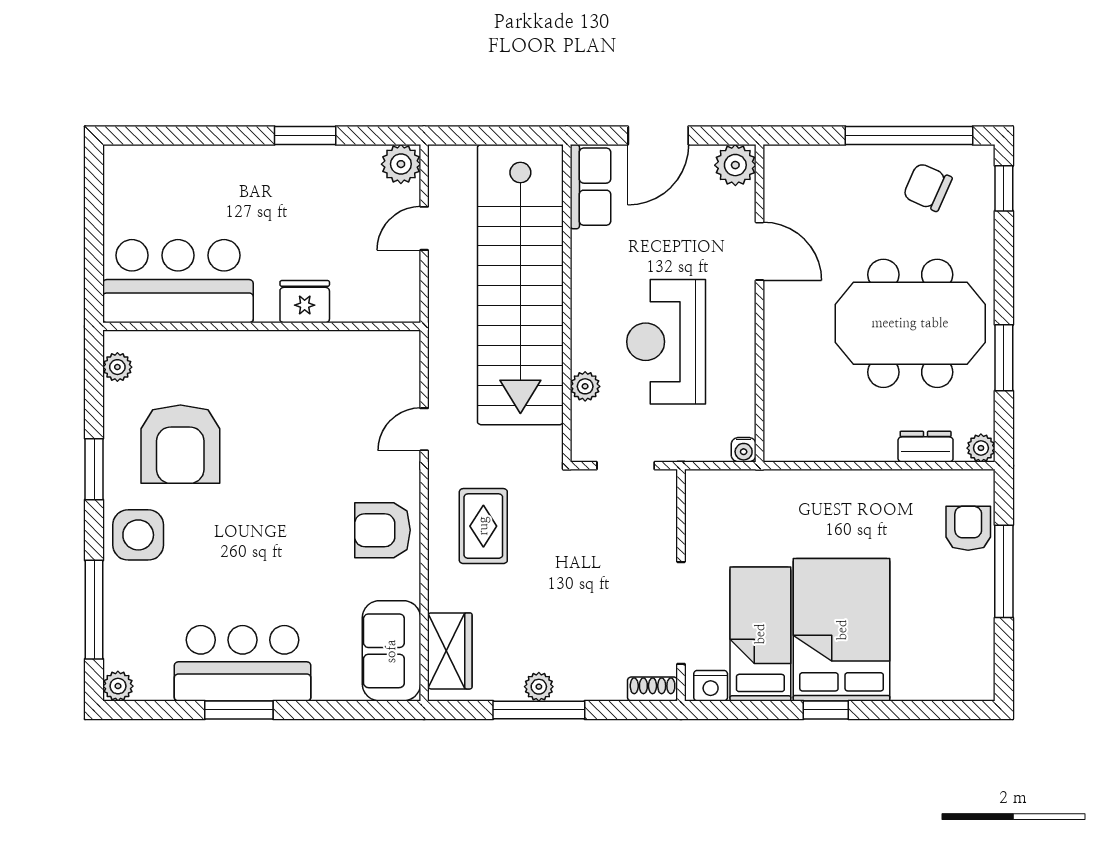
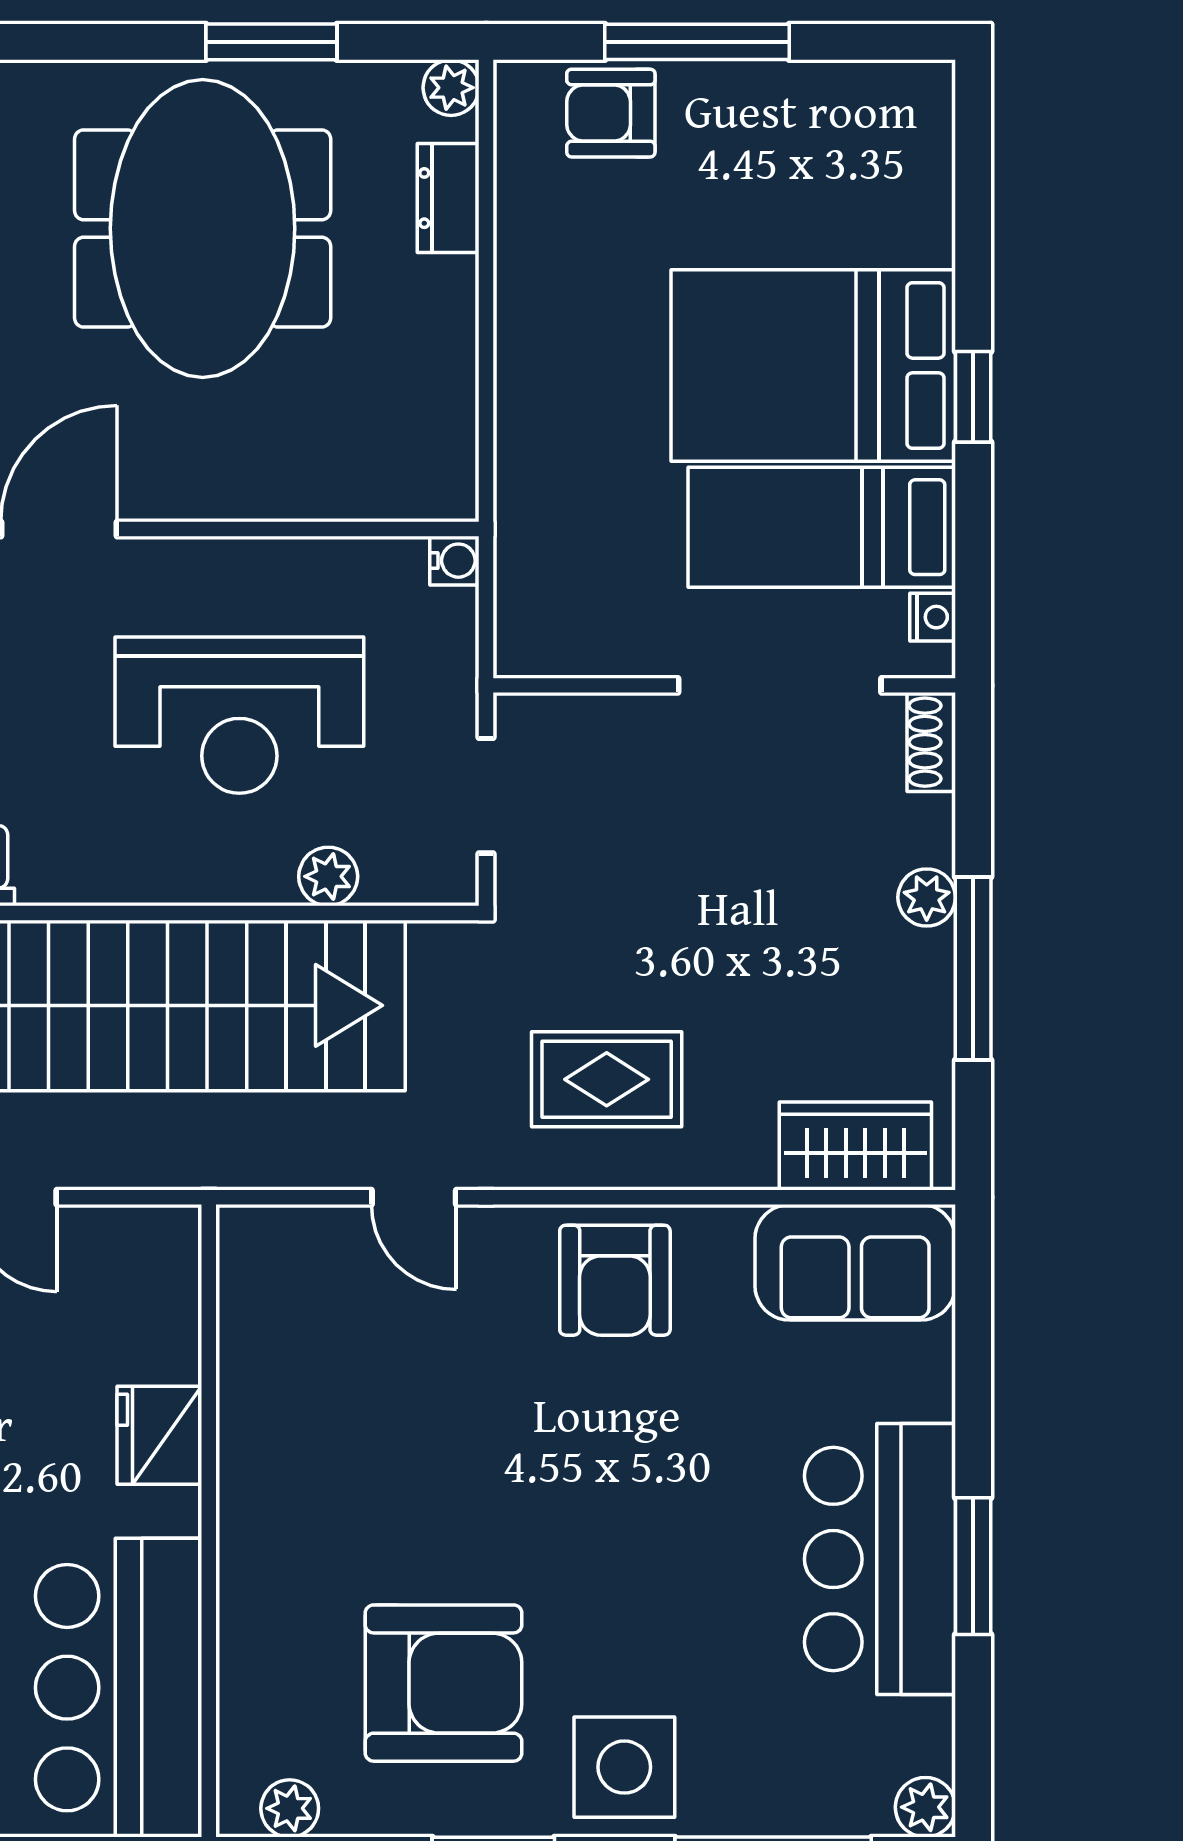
nightstand: (711, 686) -> (933, 617), width x0.72, depth x0.74
plant: (539, 687) -> (927, 897), moved

